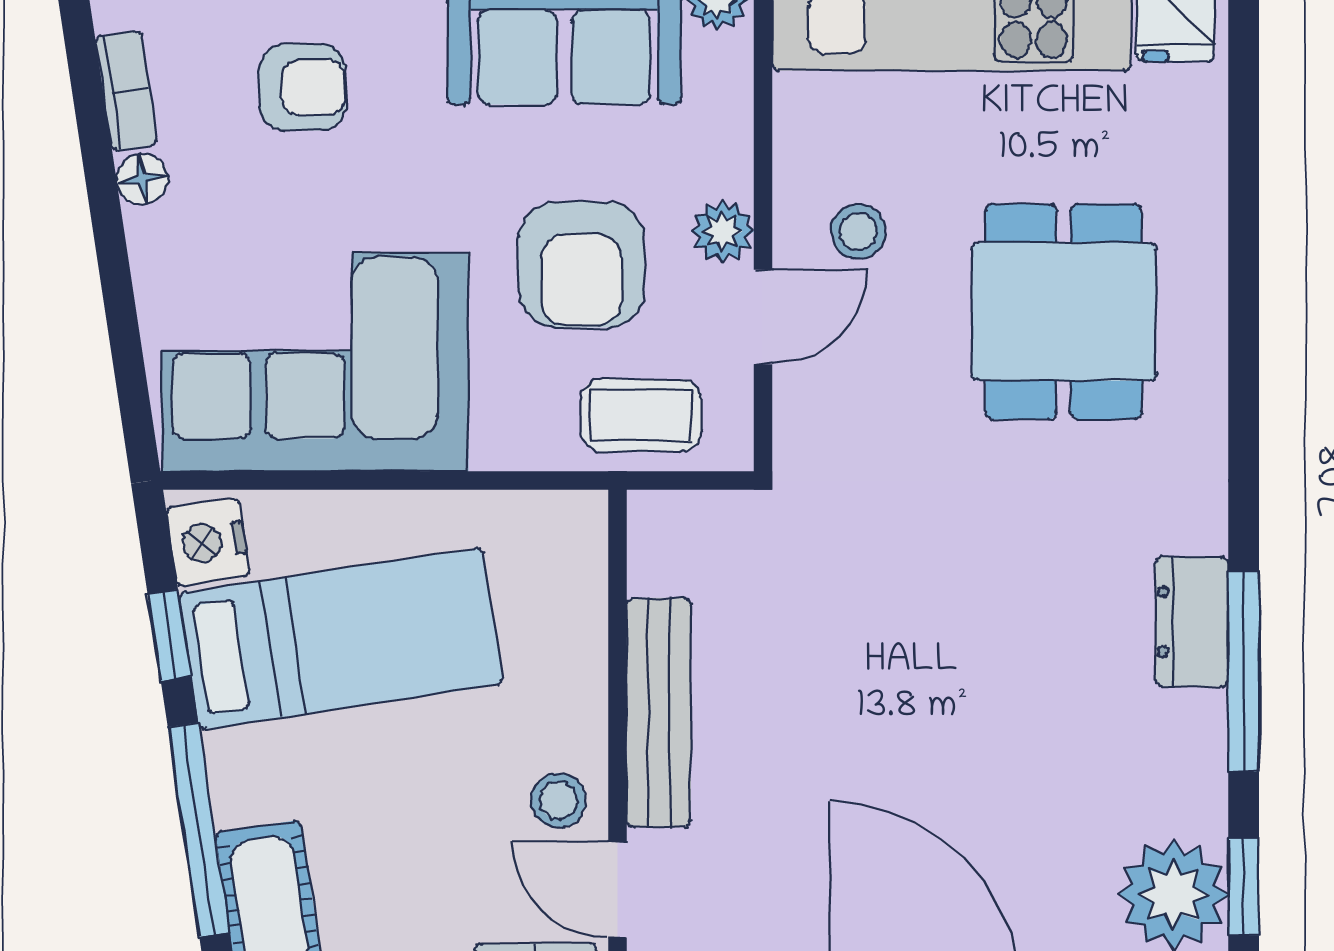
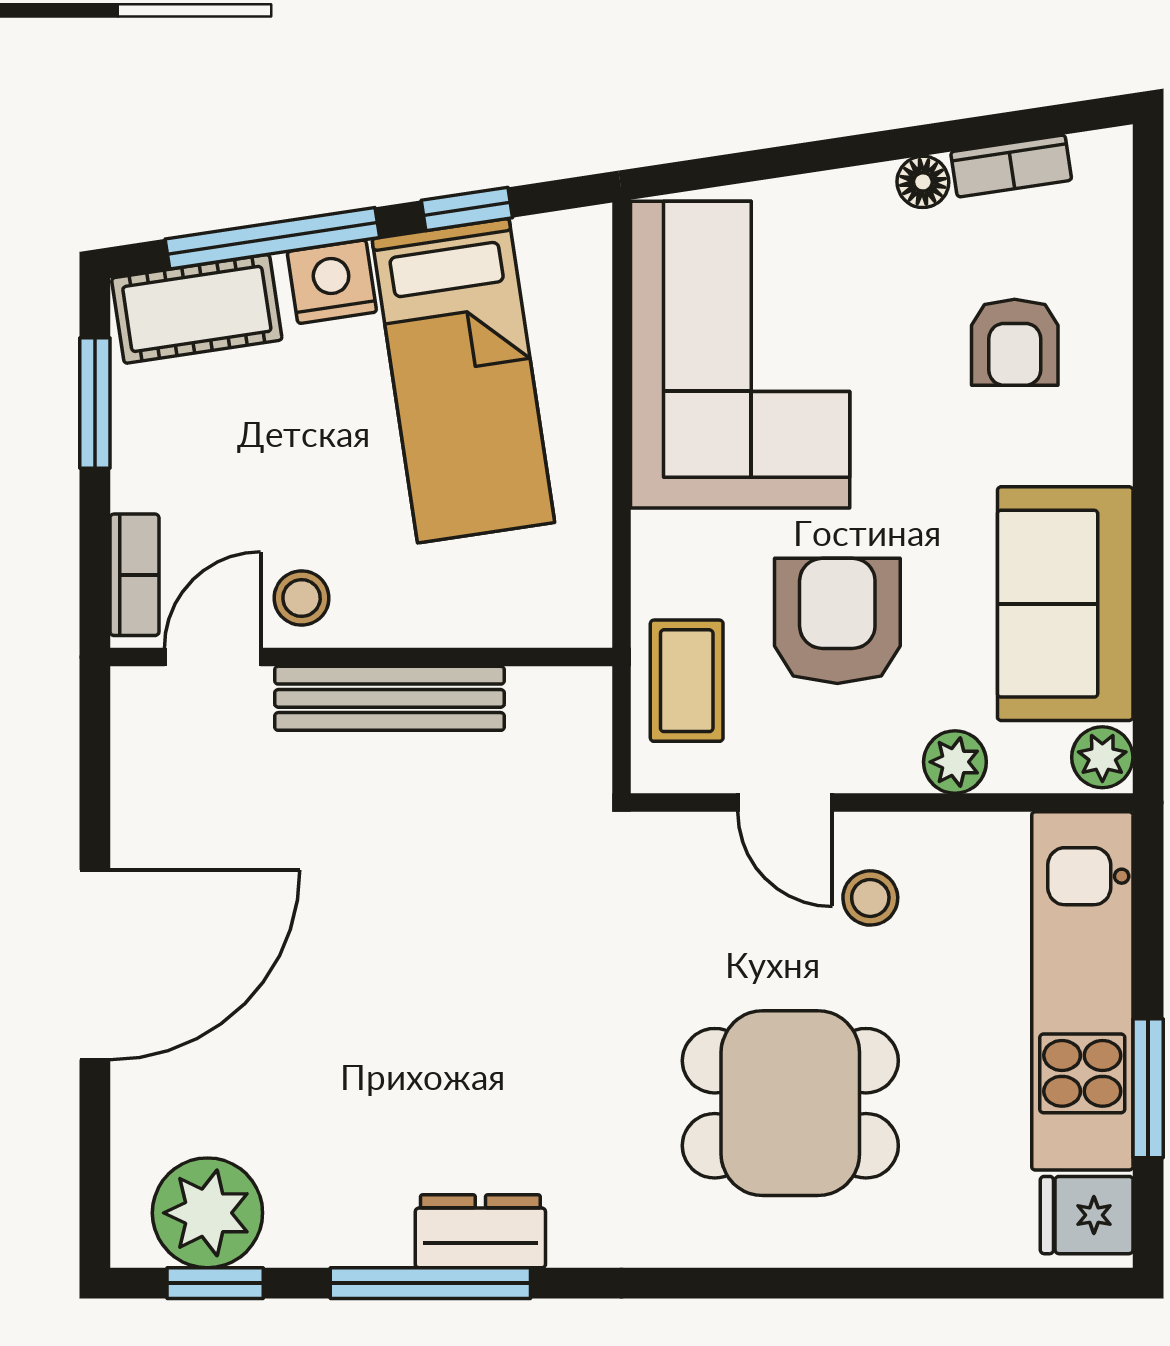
plant: (722, 231) -> (955, 762), moved
armchair: (581, 265) -> (837, 621), turned 90
nightstand: (208, 542) -> (332, 282), moved

